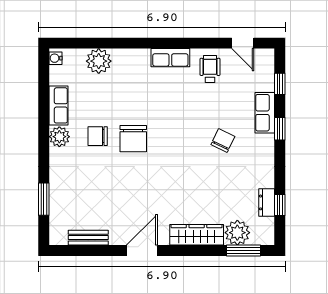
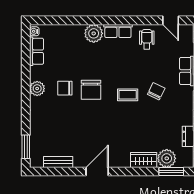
plant: (99, 61) -> (94, 33), moved
row of seats: (59, 105) -> (37, 51), moved
coffee table: (184, 145) -> (128, 95), added
window: (44, 199) -> (26, 147), moved
wardrobe: (197, 235) -> (144, 160), width x0.67

